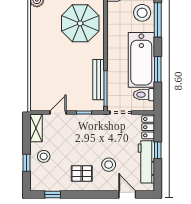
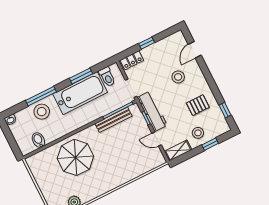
workbench: (146, 162) -> (152, 111), moved, turned -90
pallet: (82, 173) -> (198, 105), moved, turned 90

